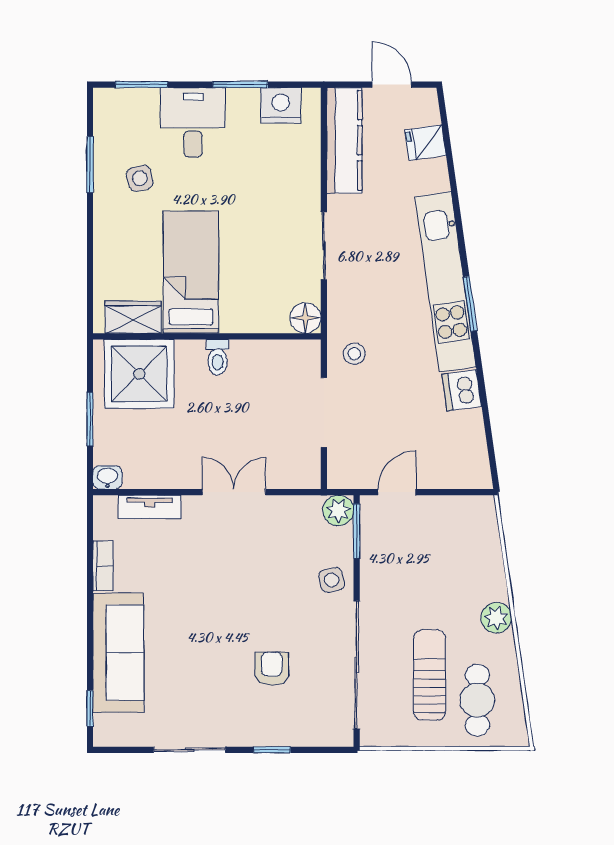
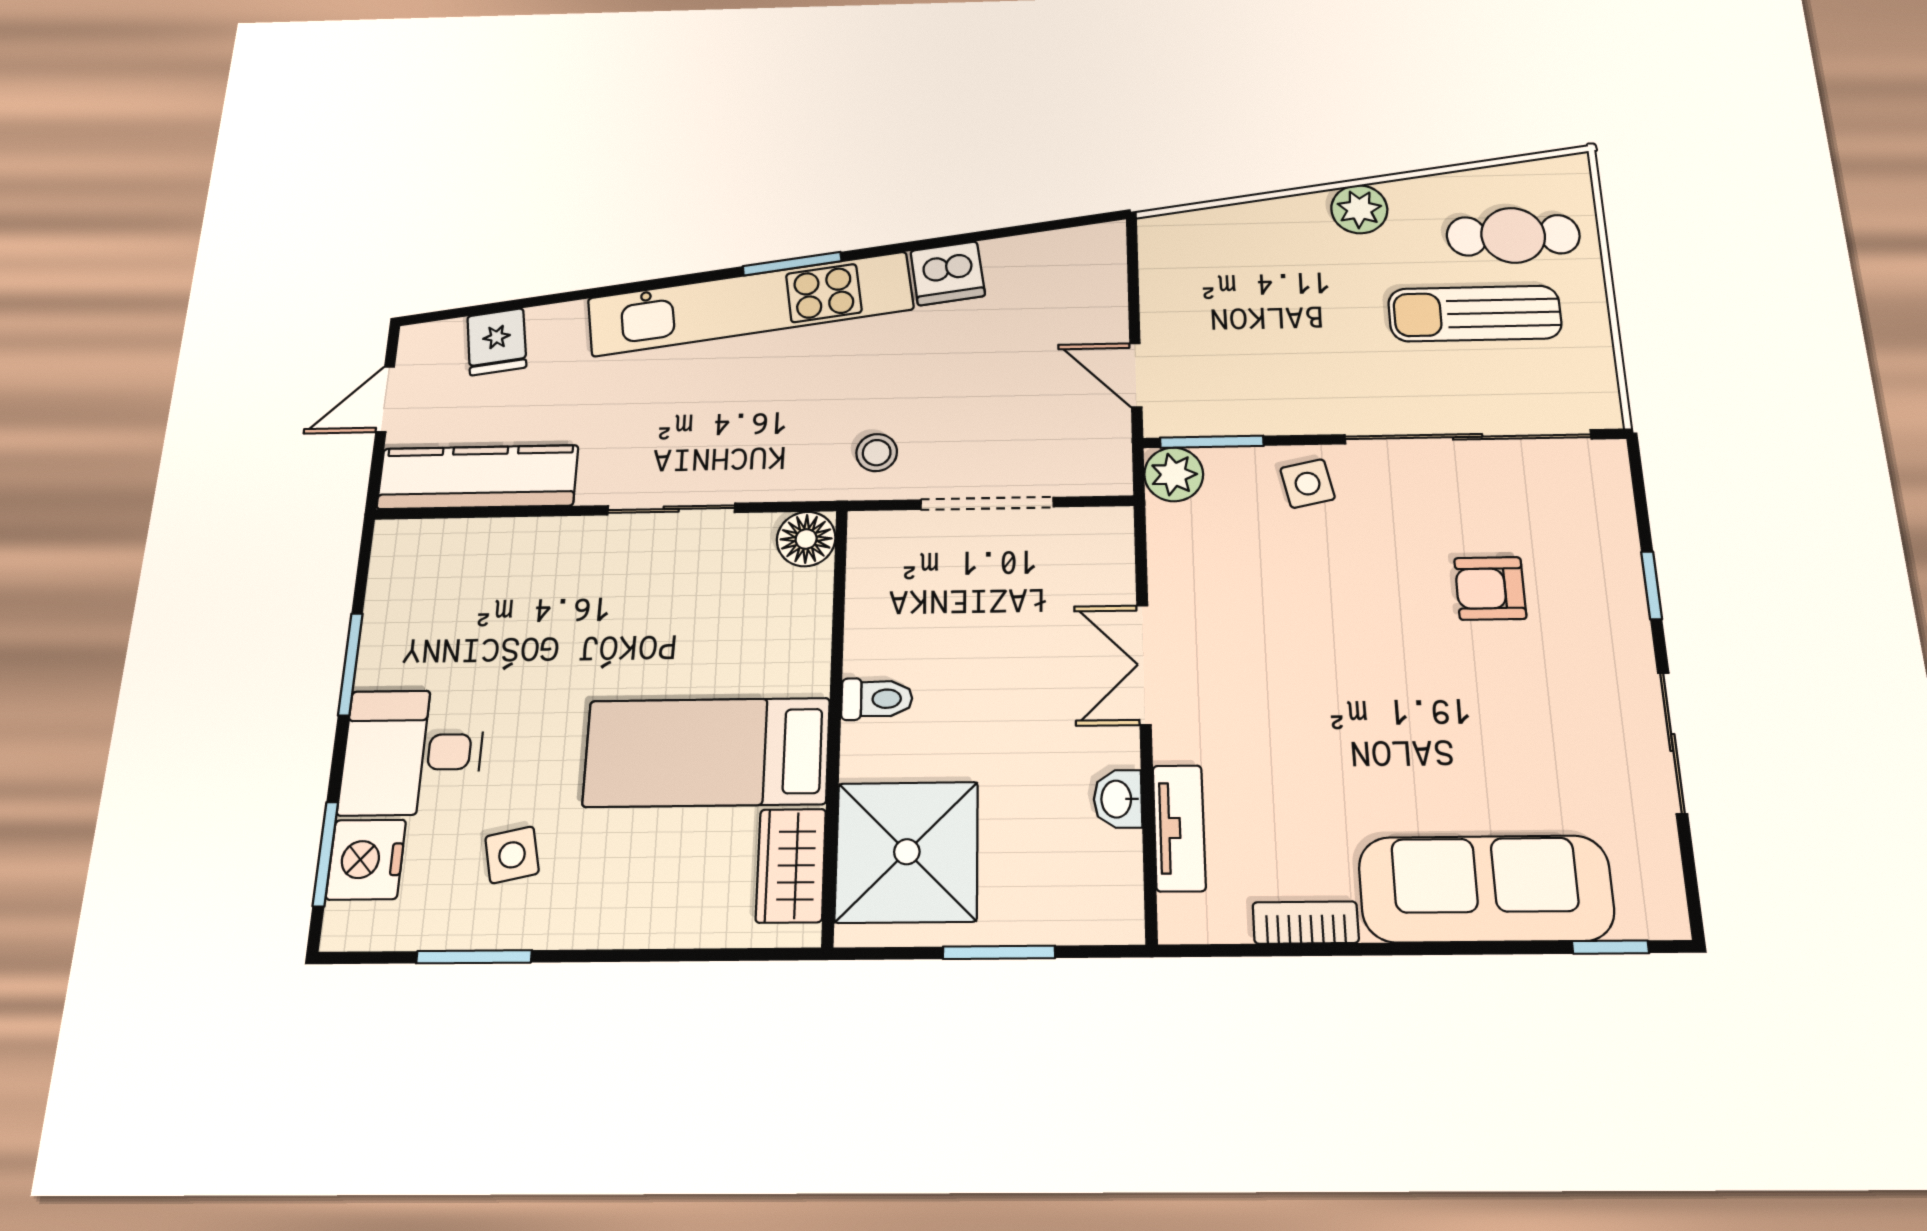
nightstand: (281, 105) -> (366, 859), moved
washbasin: (107, 477) -> (1118, 799), moved

